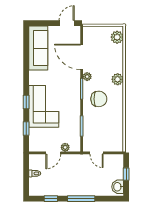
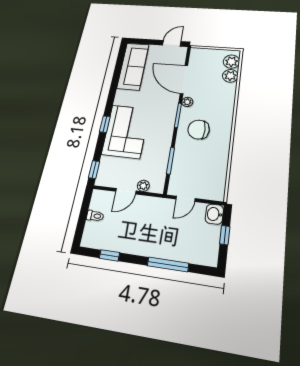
plant: (118, 79) -> (230, 76), moved
chair: (99, 99) -> (199, 130), turned 180
window: (26, 129) -> (94, 170), moved
door: (97, 153) -> (185, 199), hinge flipped
washbasin: (118, 187) -> (214, 214), moved
window: (81, 199) -> (168, 264), moved

